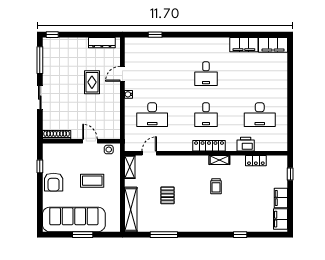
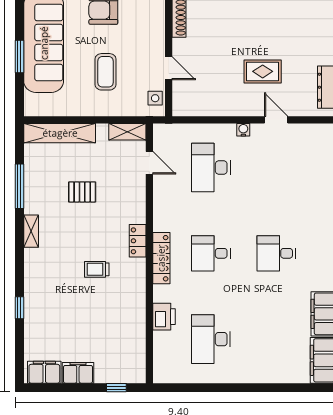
door: (90, 141) -> (169, 68), hinge flipped
shelving: (219, 160) -> (31, 231), moved
locker: (256, 161) -> (138, 241), moved

